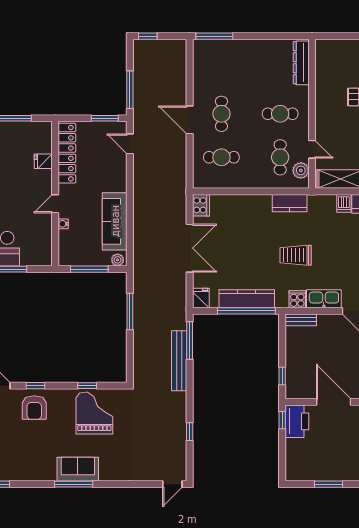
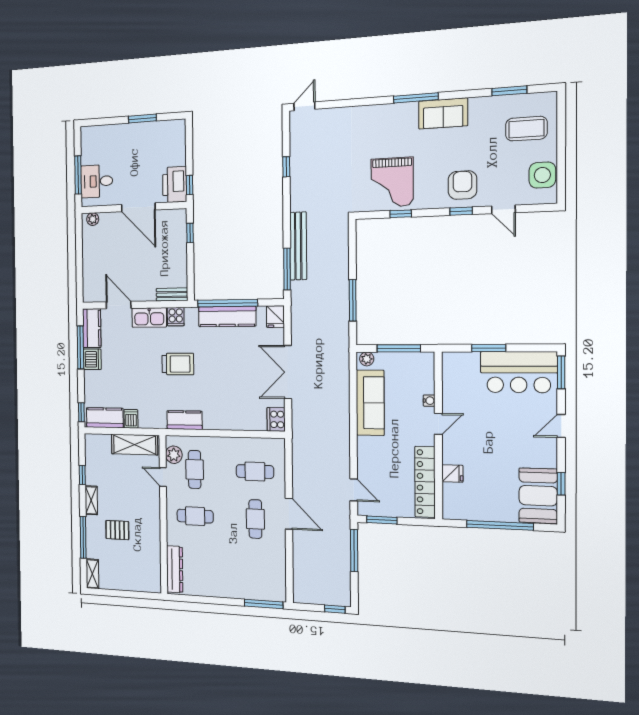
sofa: (78, 469) -> (443, 113), moved

